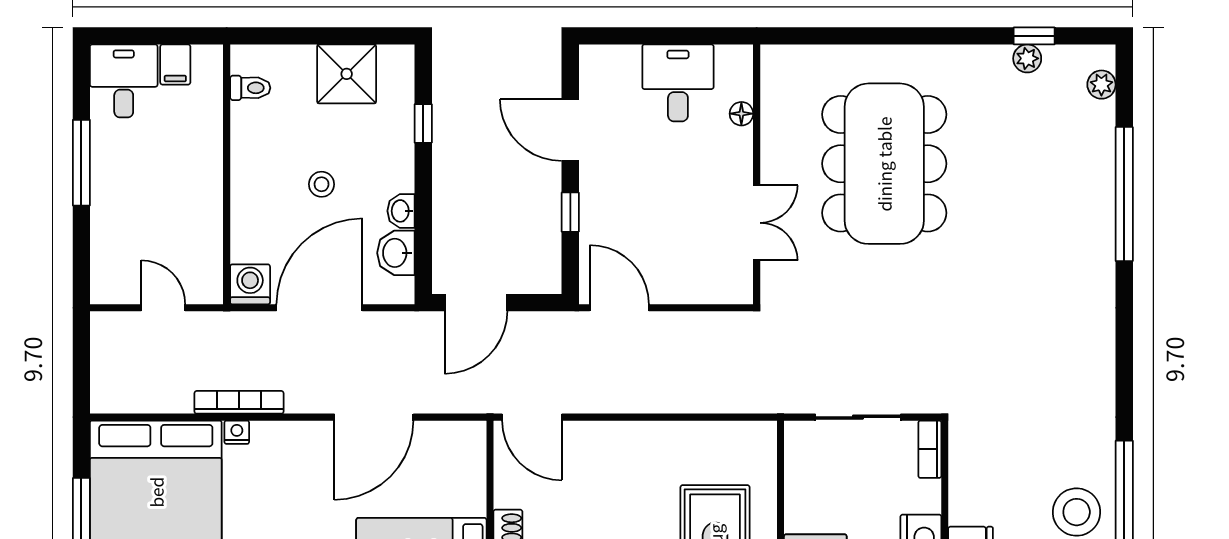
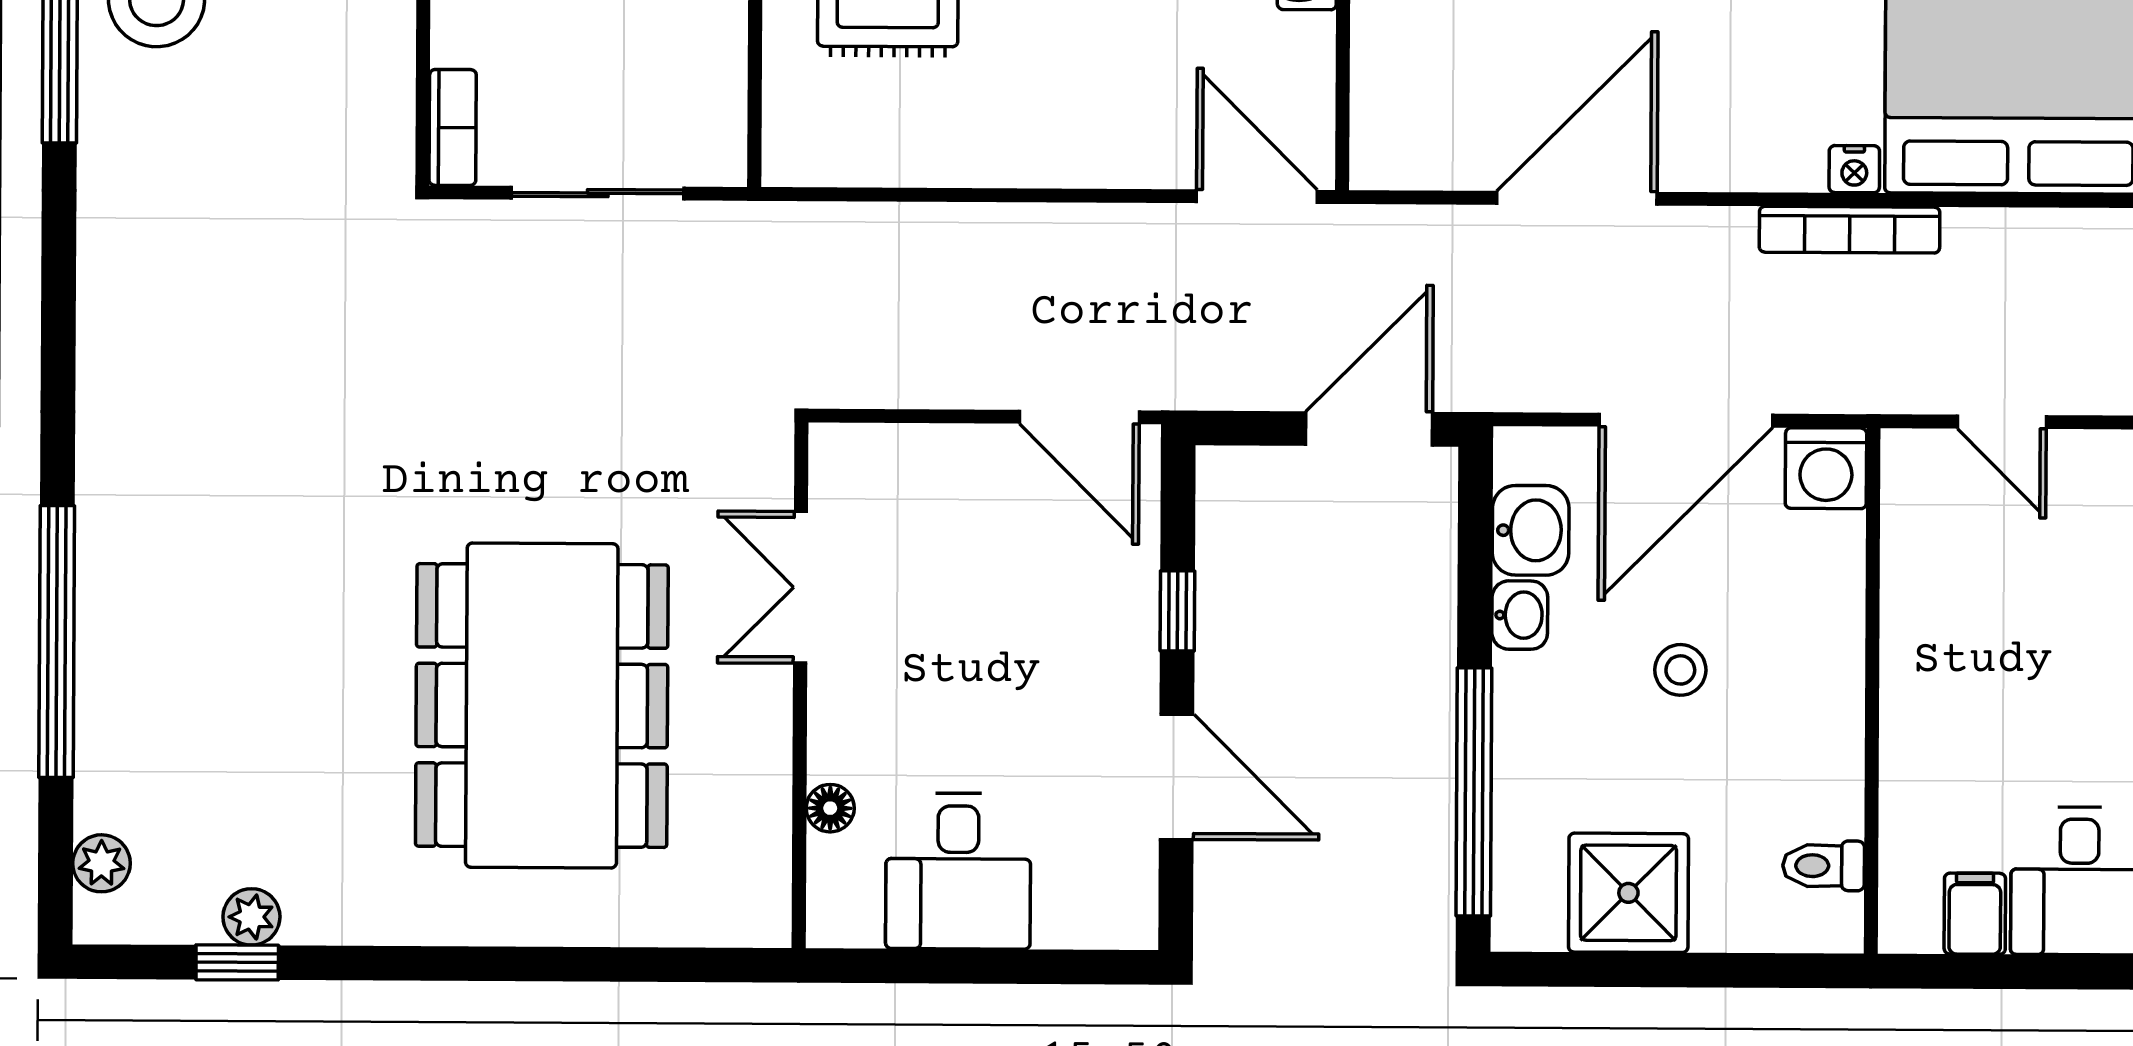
window: (423, 123) -> (1474, 792), width x3.17

